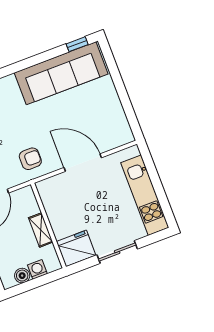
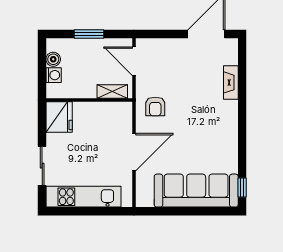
sofa: (61, 73) -> (196, 191), moved, turned 90
shelving: (41, 230) -> (112, 91), moved
sliding door: (117, 252) -> (42, 166), moved

